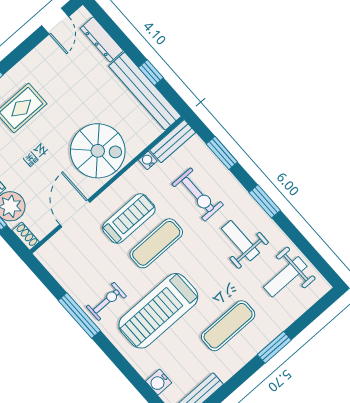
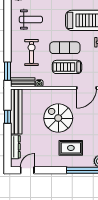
spiral stairs: (98, 151) -> (58, 118), moved
window: (222, 153) -> (8, 71), moved
window: (265, 201) -> (8, 26), removed
weight bench: (240, 241) -> (31, 19), turned -90

